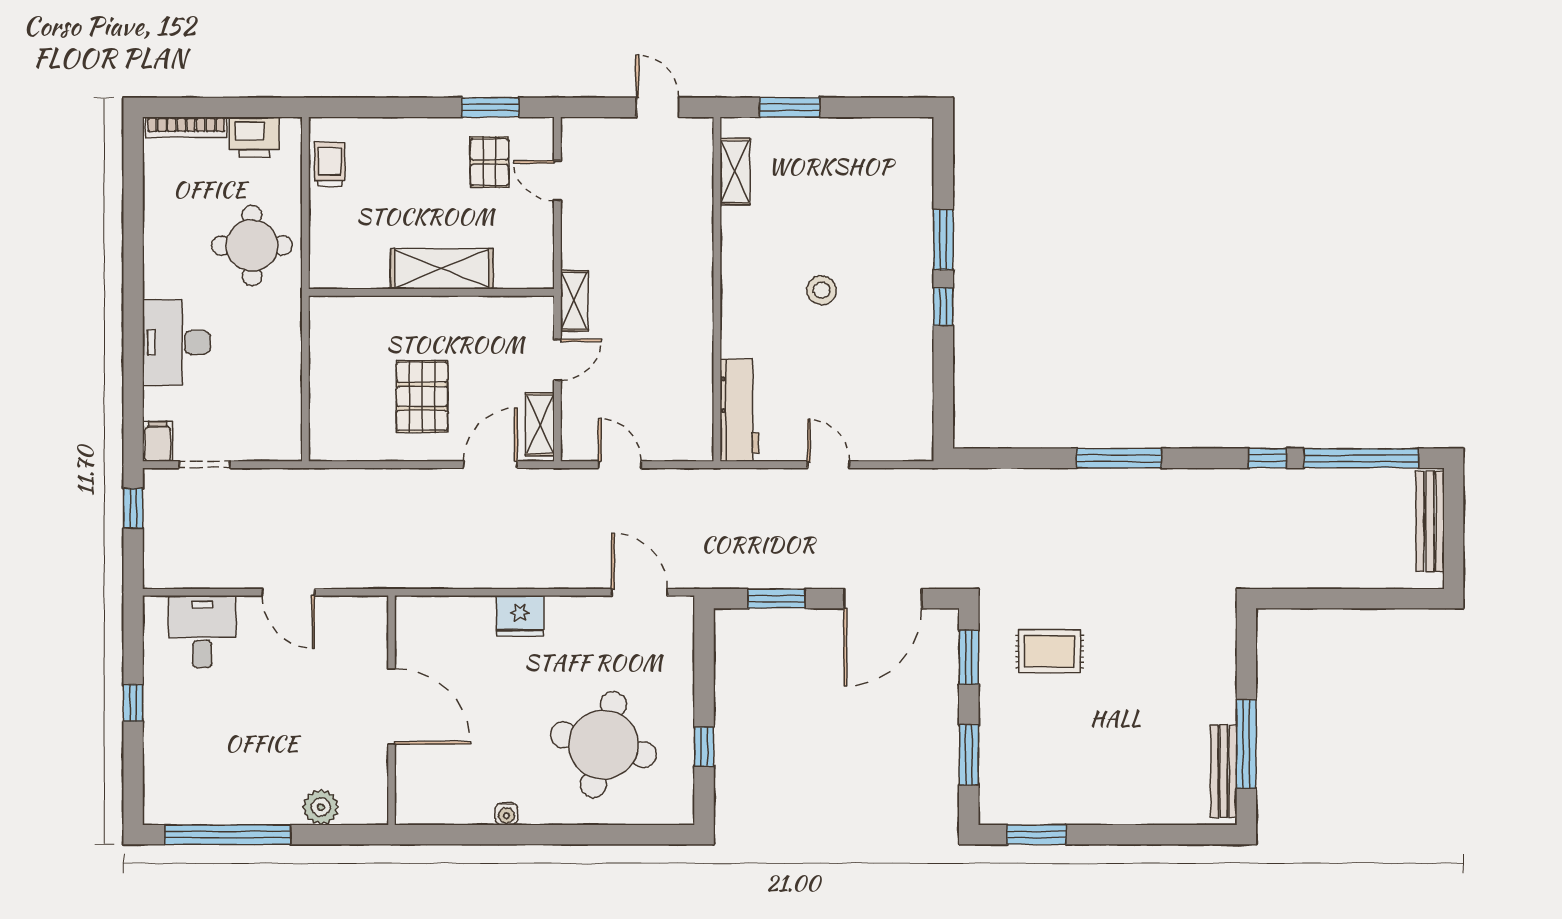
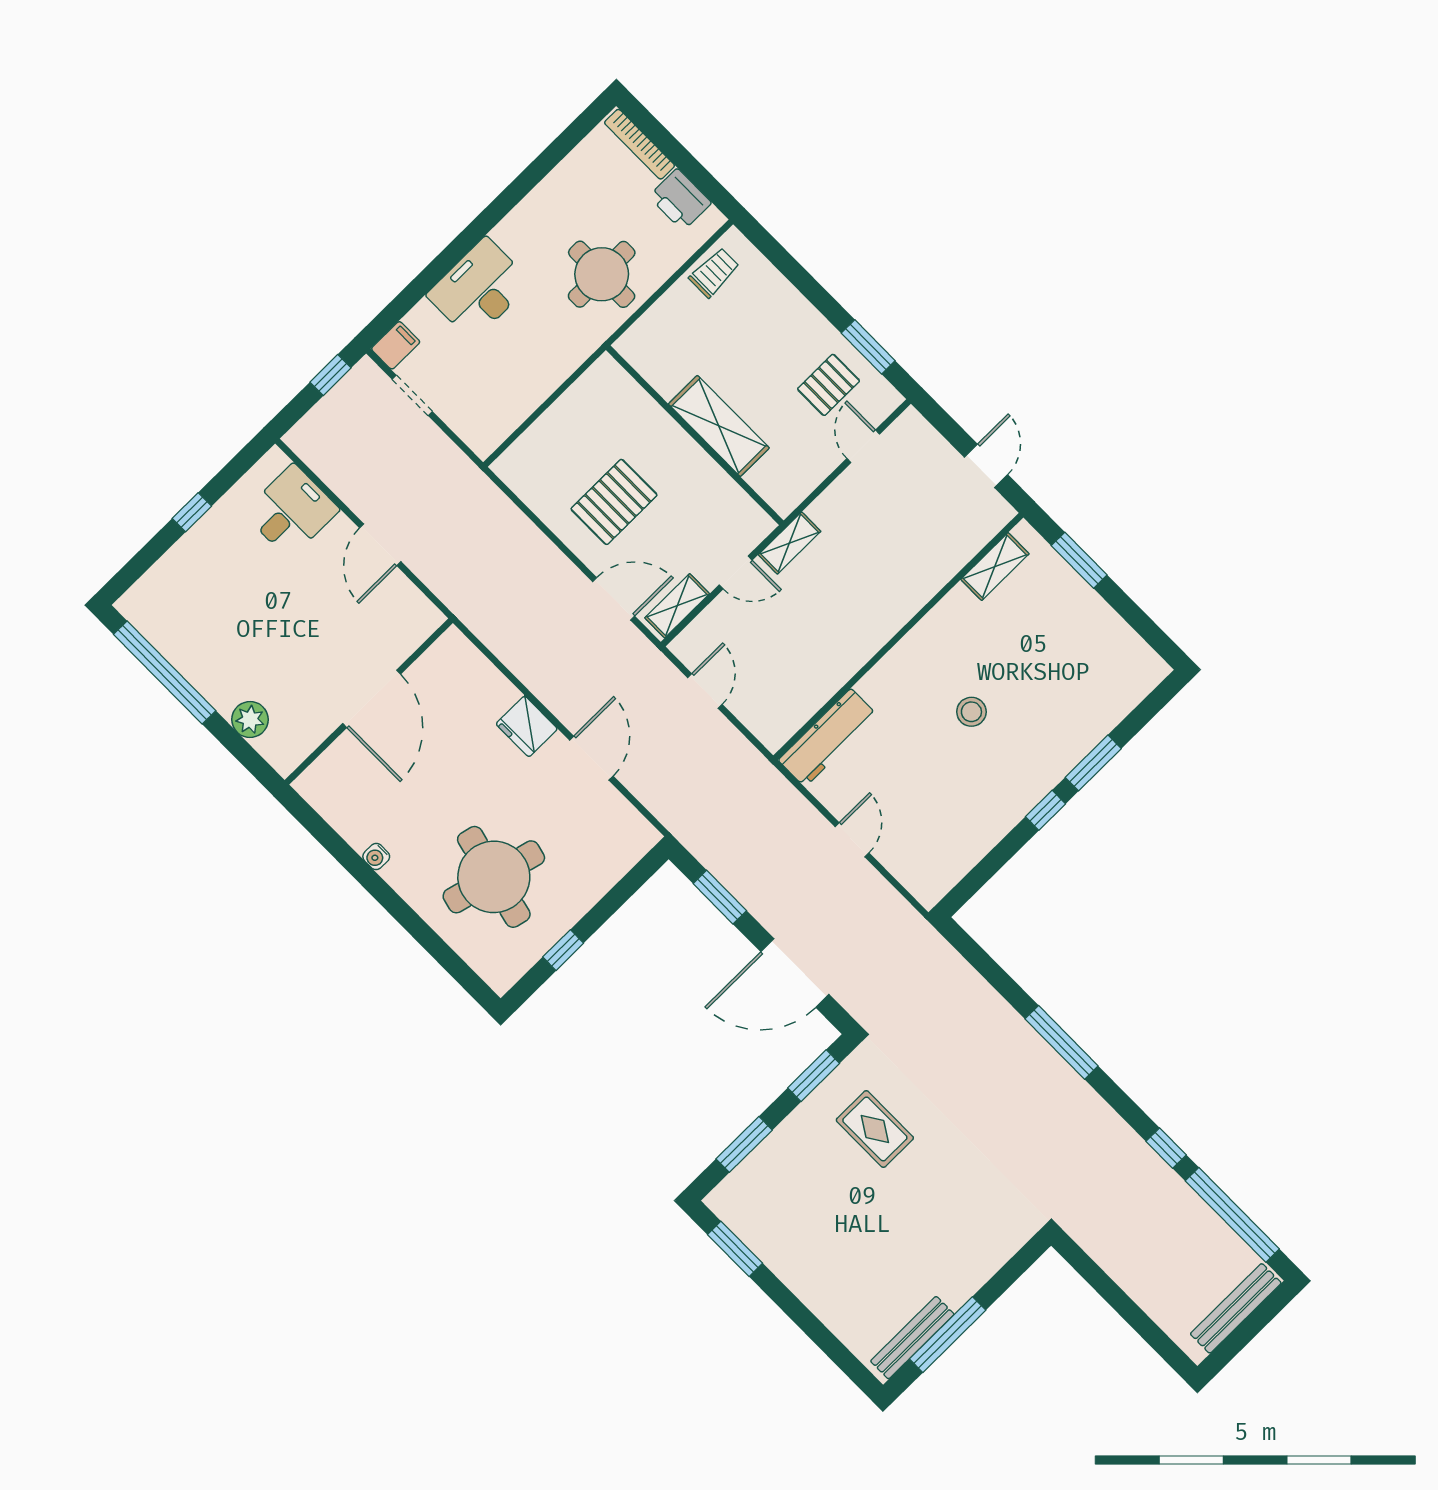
door: (639, 592) -> (591, 758), moved

